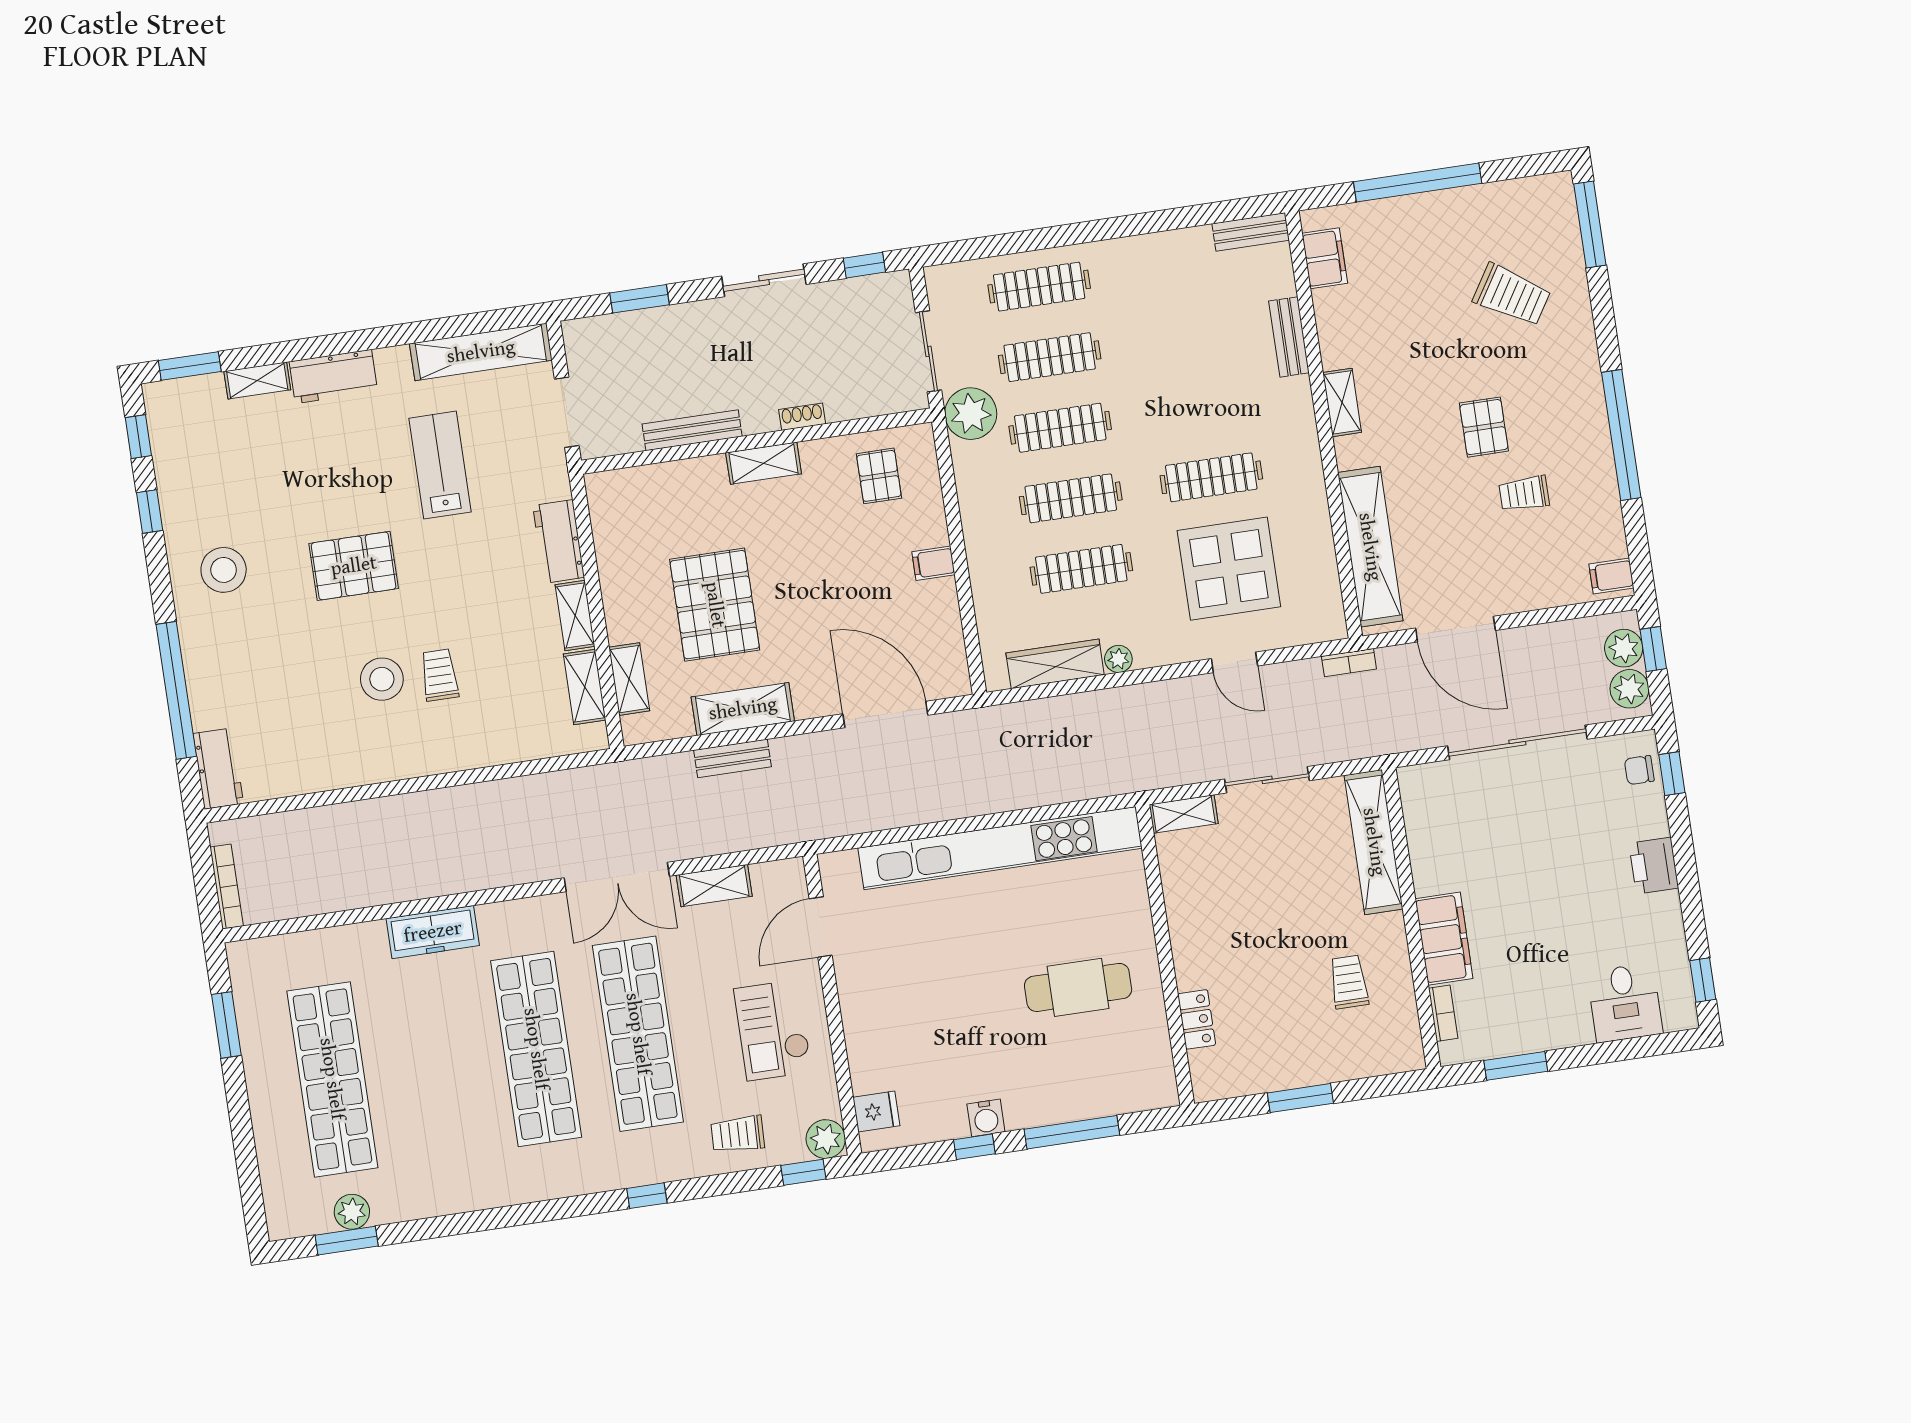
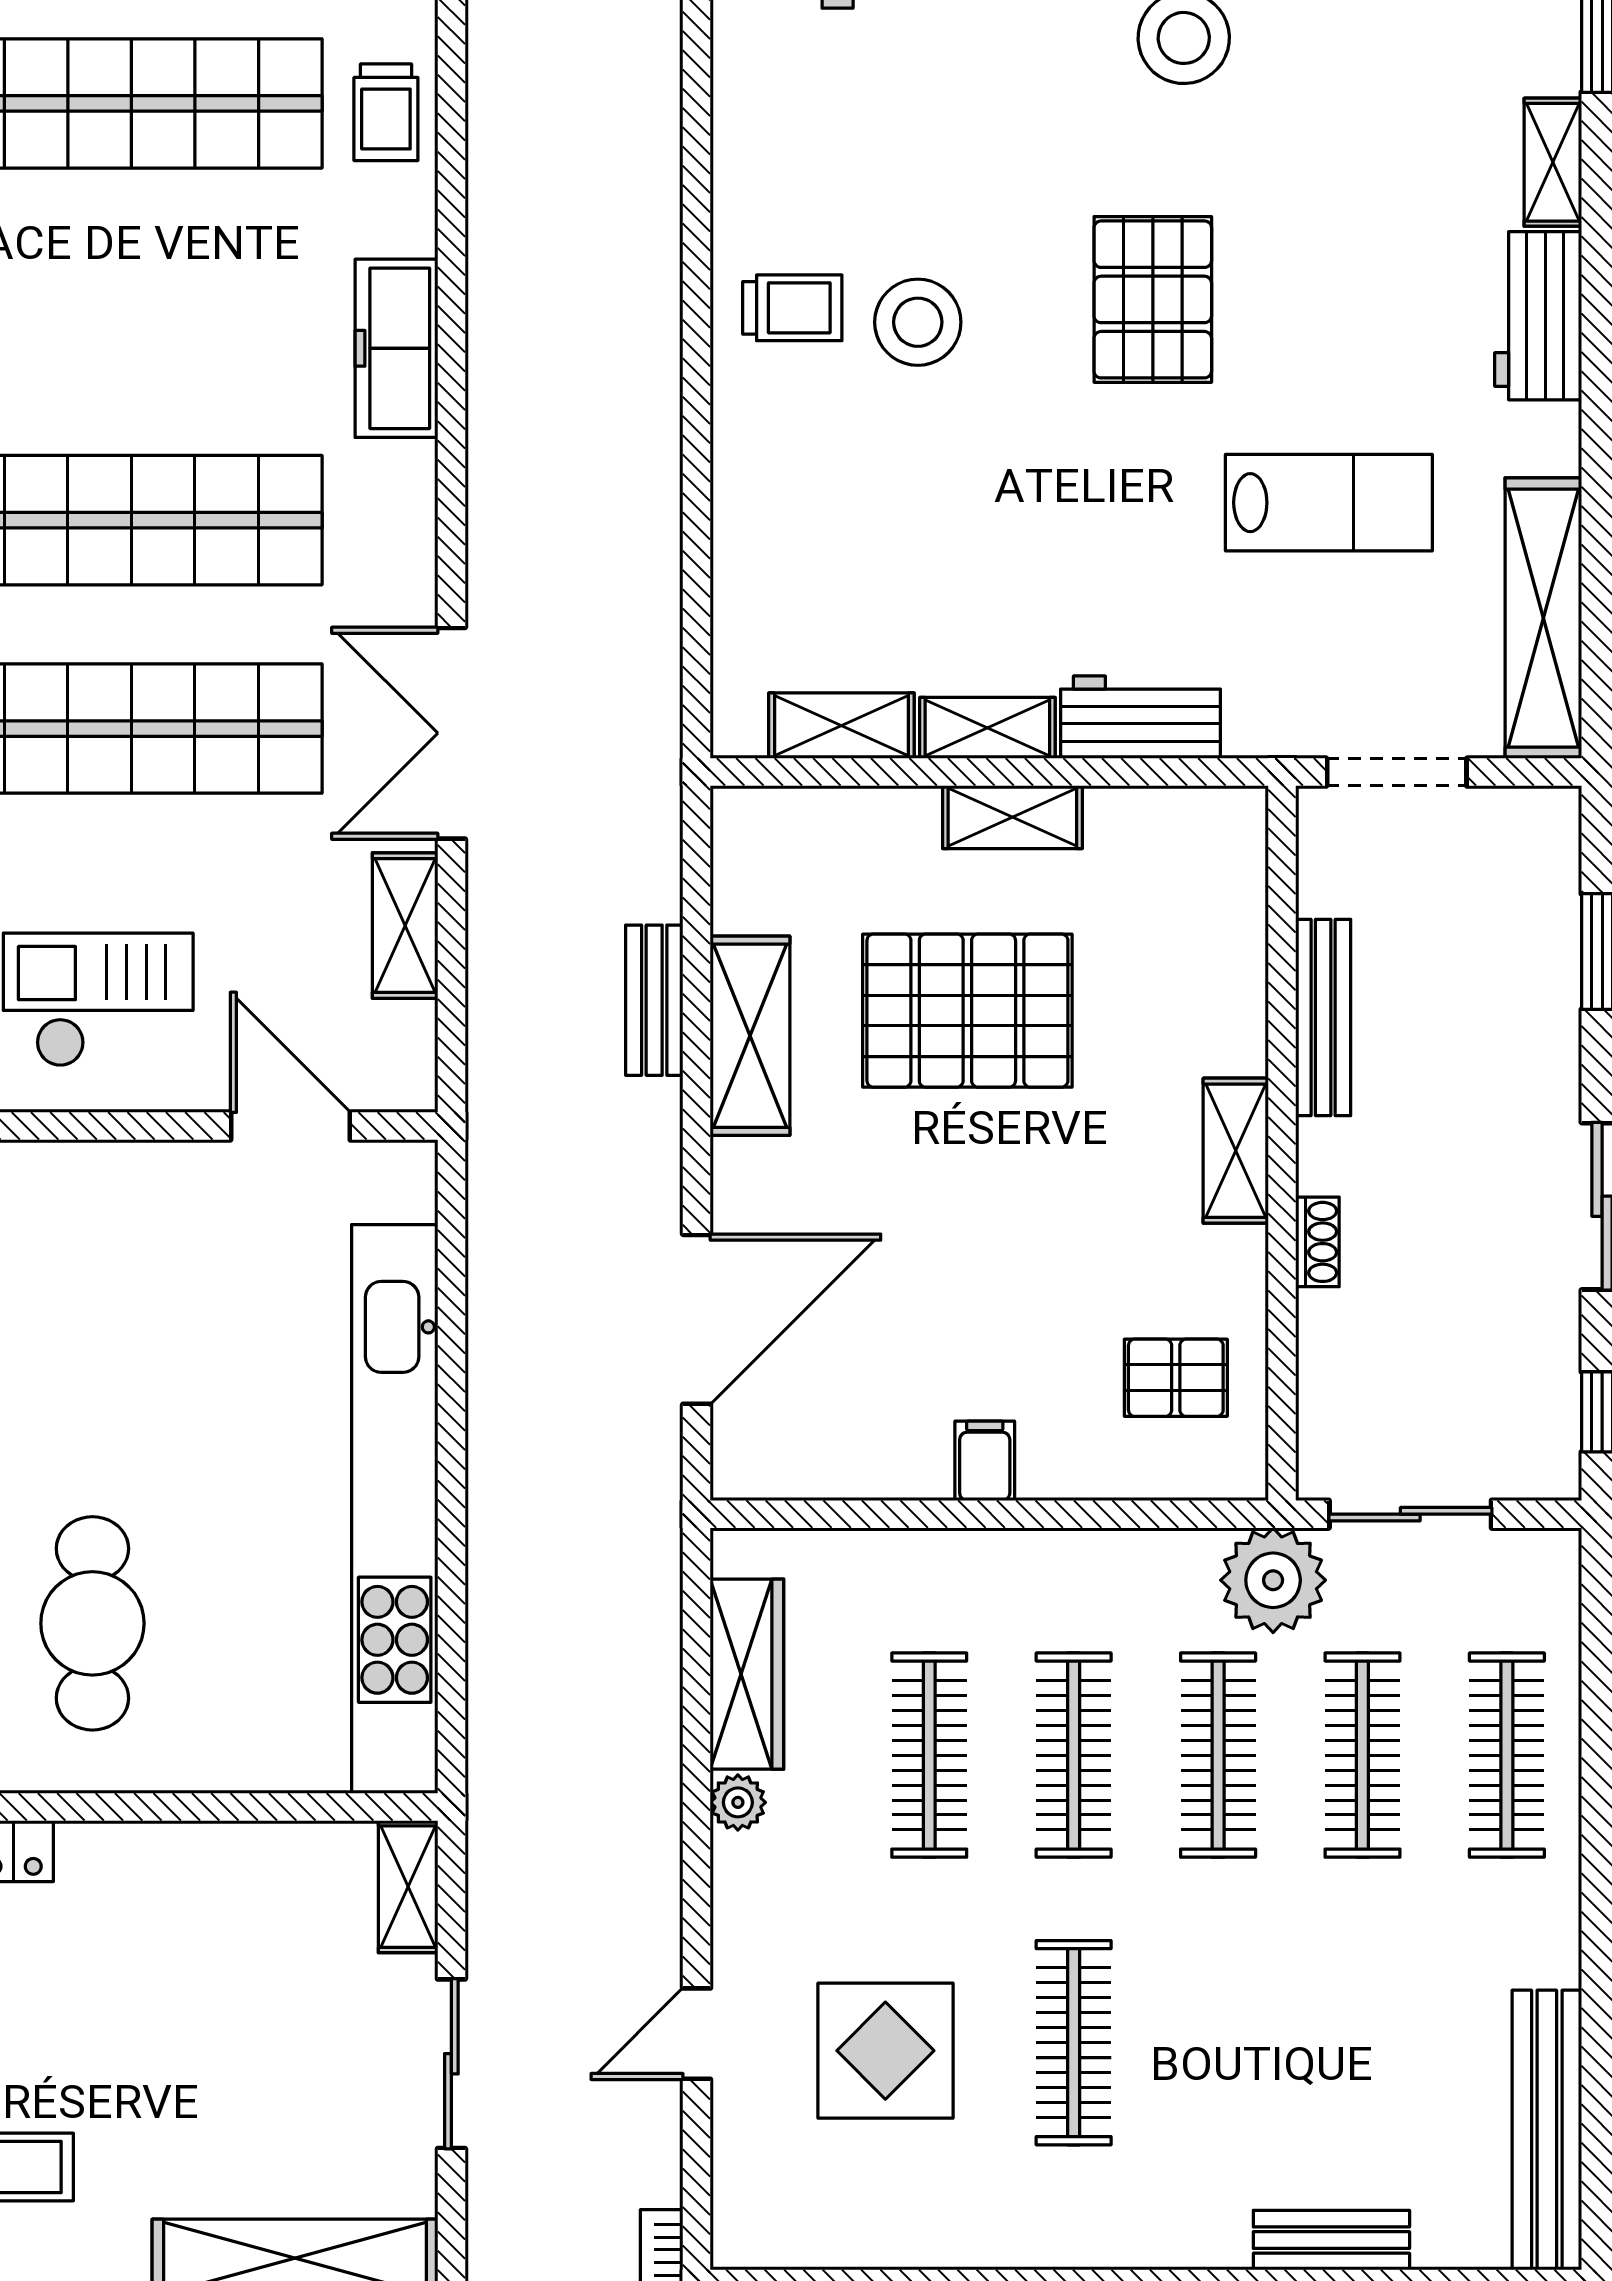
bench: (1251, 232) -> (1547, 2130), width x1.86, depth x1.21
display table: (1229, 569) -> (885, 2051), width x0.73, depth x0.73
trolley: (439, 675) -> (792, 308), moved
shelving: (629, 679) -> (1012, 817), moved
trolley: (318, 954) -> (386, 112), added

